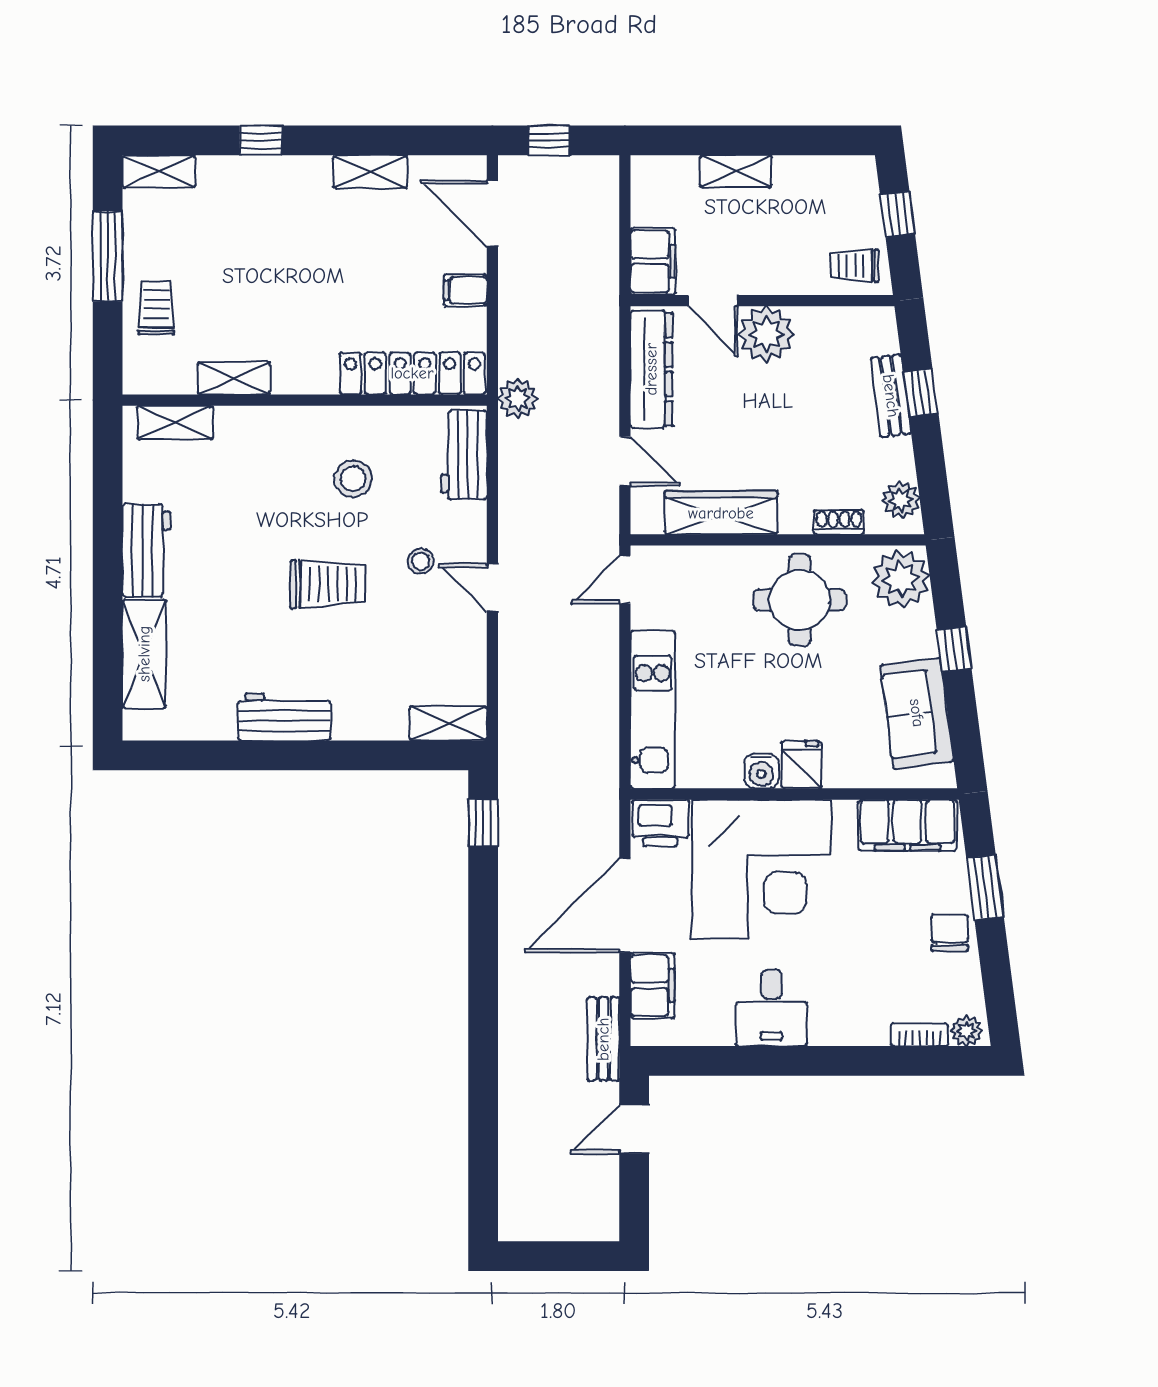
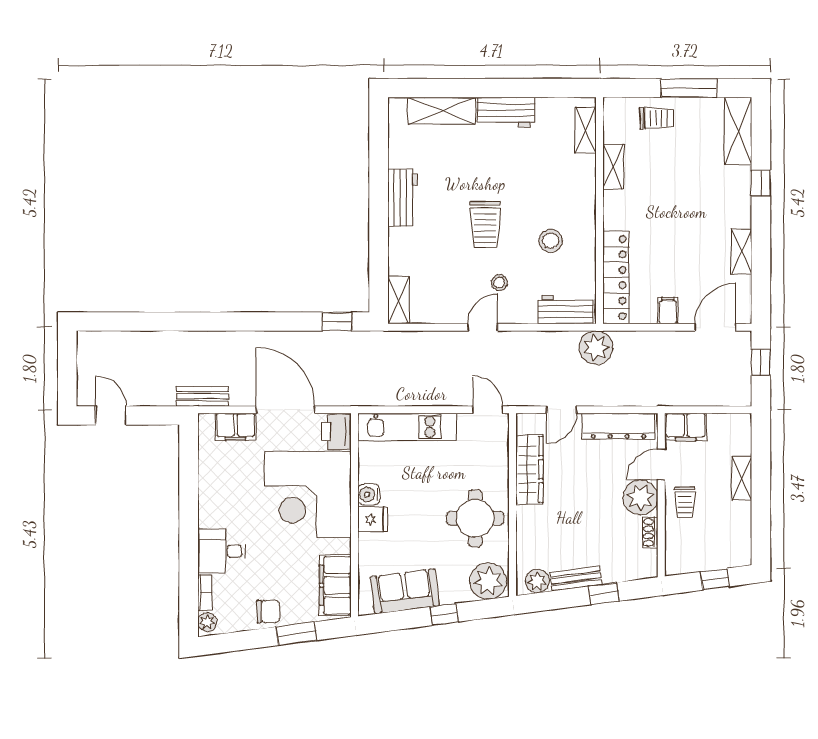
shelving: (159, 172) -> (738, 131), width x1.50, depth x1.33
trolley: (854, 266) -> (685, 502), moved, turned 180
bench: (891, 396) -> (576, 578), moved
plant: (518, 399) -> (596, 348), width x1.36, depth x1.36
shoe rack: (839, 522) -> (650, 532), moved, turned 180
desk: (771, 1008) -> (222, 551), moved
door: (634, 1129) -> (111, 415), moved

